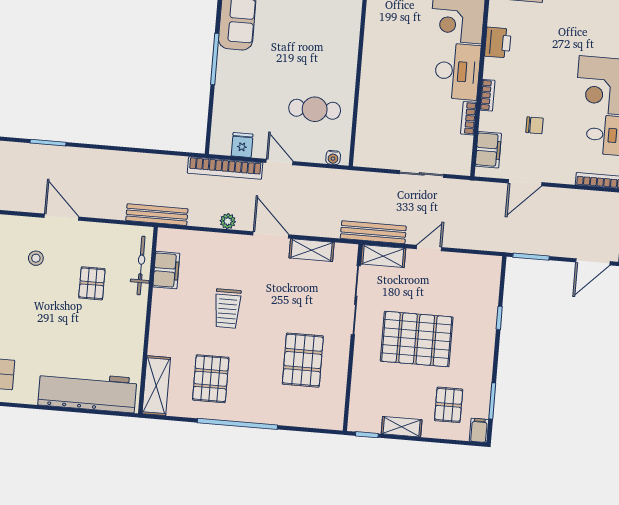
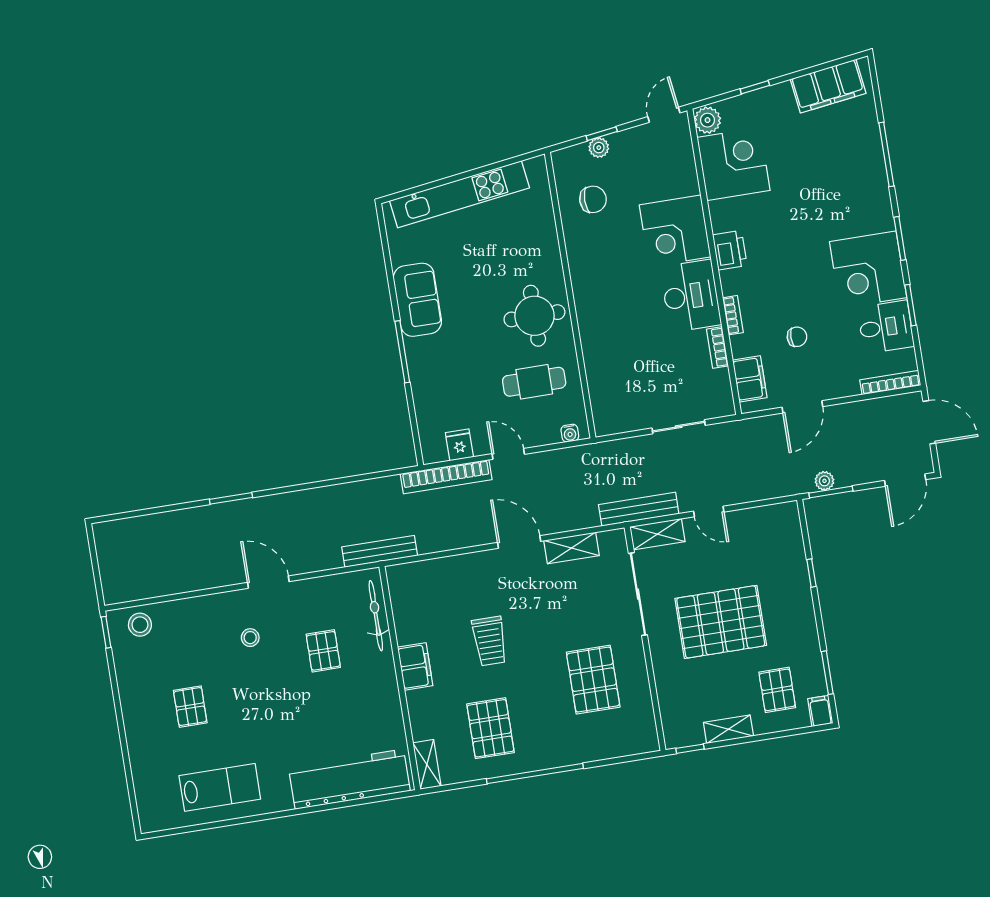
round table: (328, 56) -> (534, 316), added
plant: (228, 221) -> (824, 481), moved
door: (429, 248) -> (709, 512), swing flipped
filing cabinet: (166, 270) -> (415, 666), moved
shelving: (156, 386) -> (427, 764), width x0.67, depth x0.75

